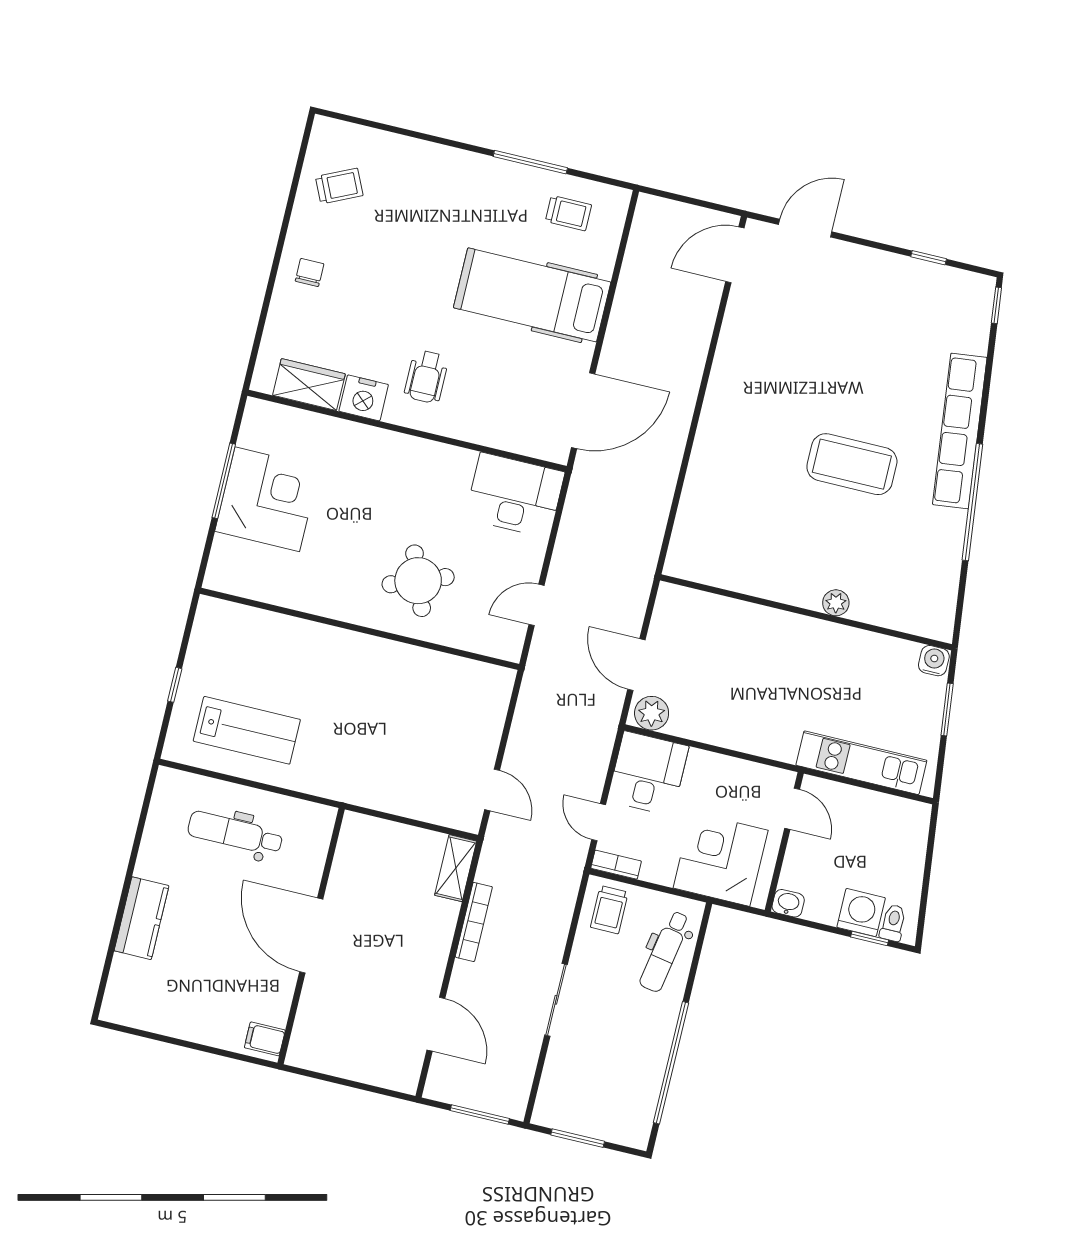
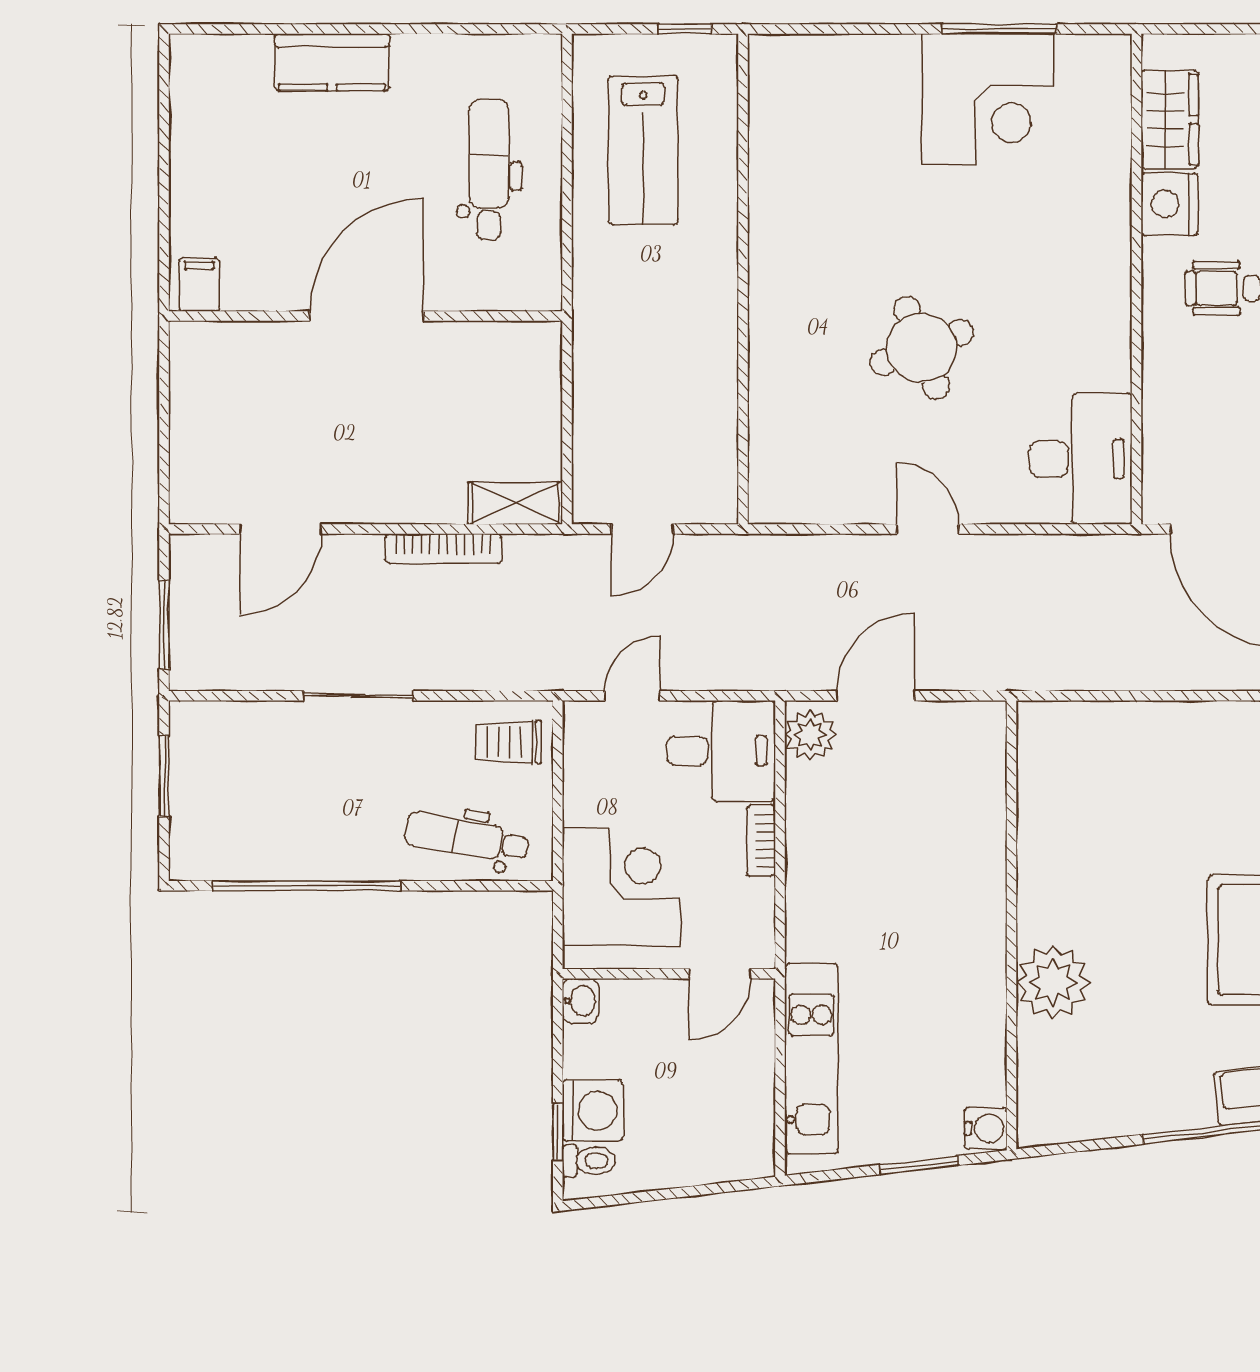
plant: (836, 603) -> (1053, 982), width x1.88, depth x1.88
wall: (359, 629) -> (743, 279), moved
bookcase: (616, 865) -> (761, 841), moved, turned 180

